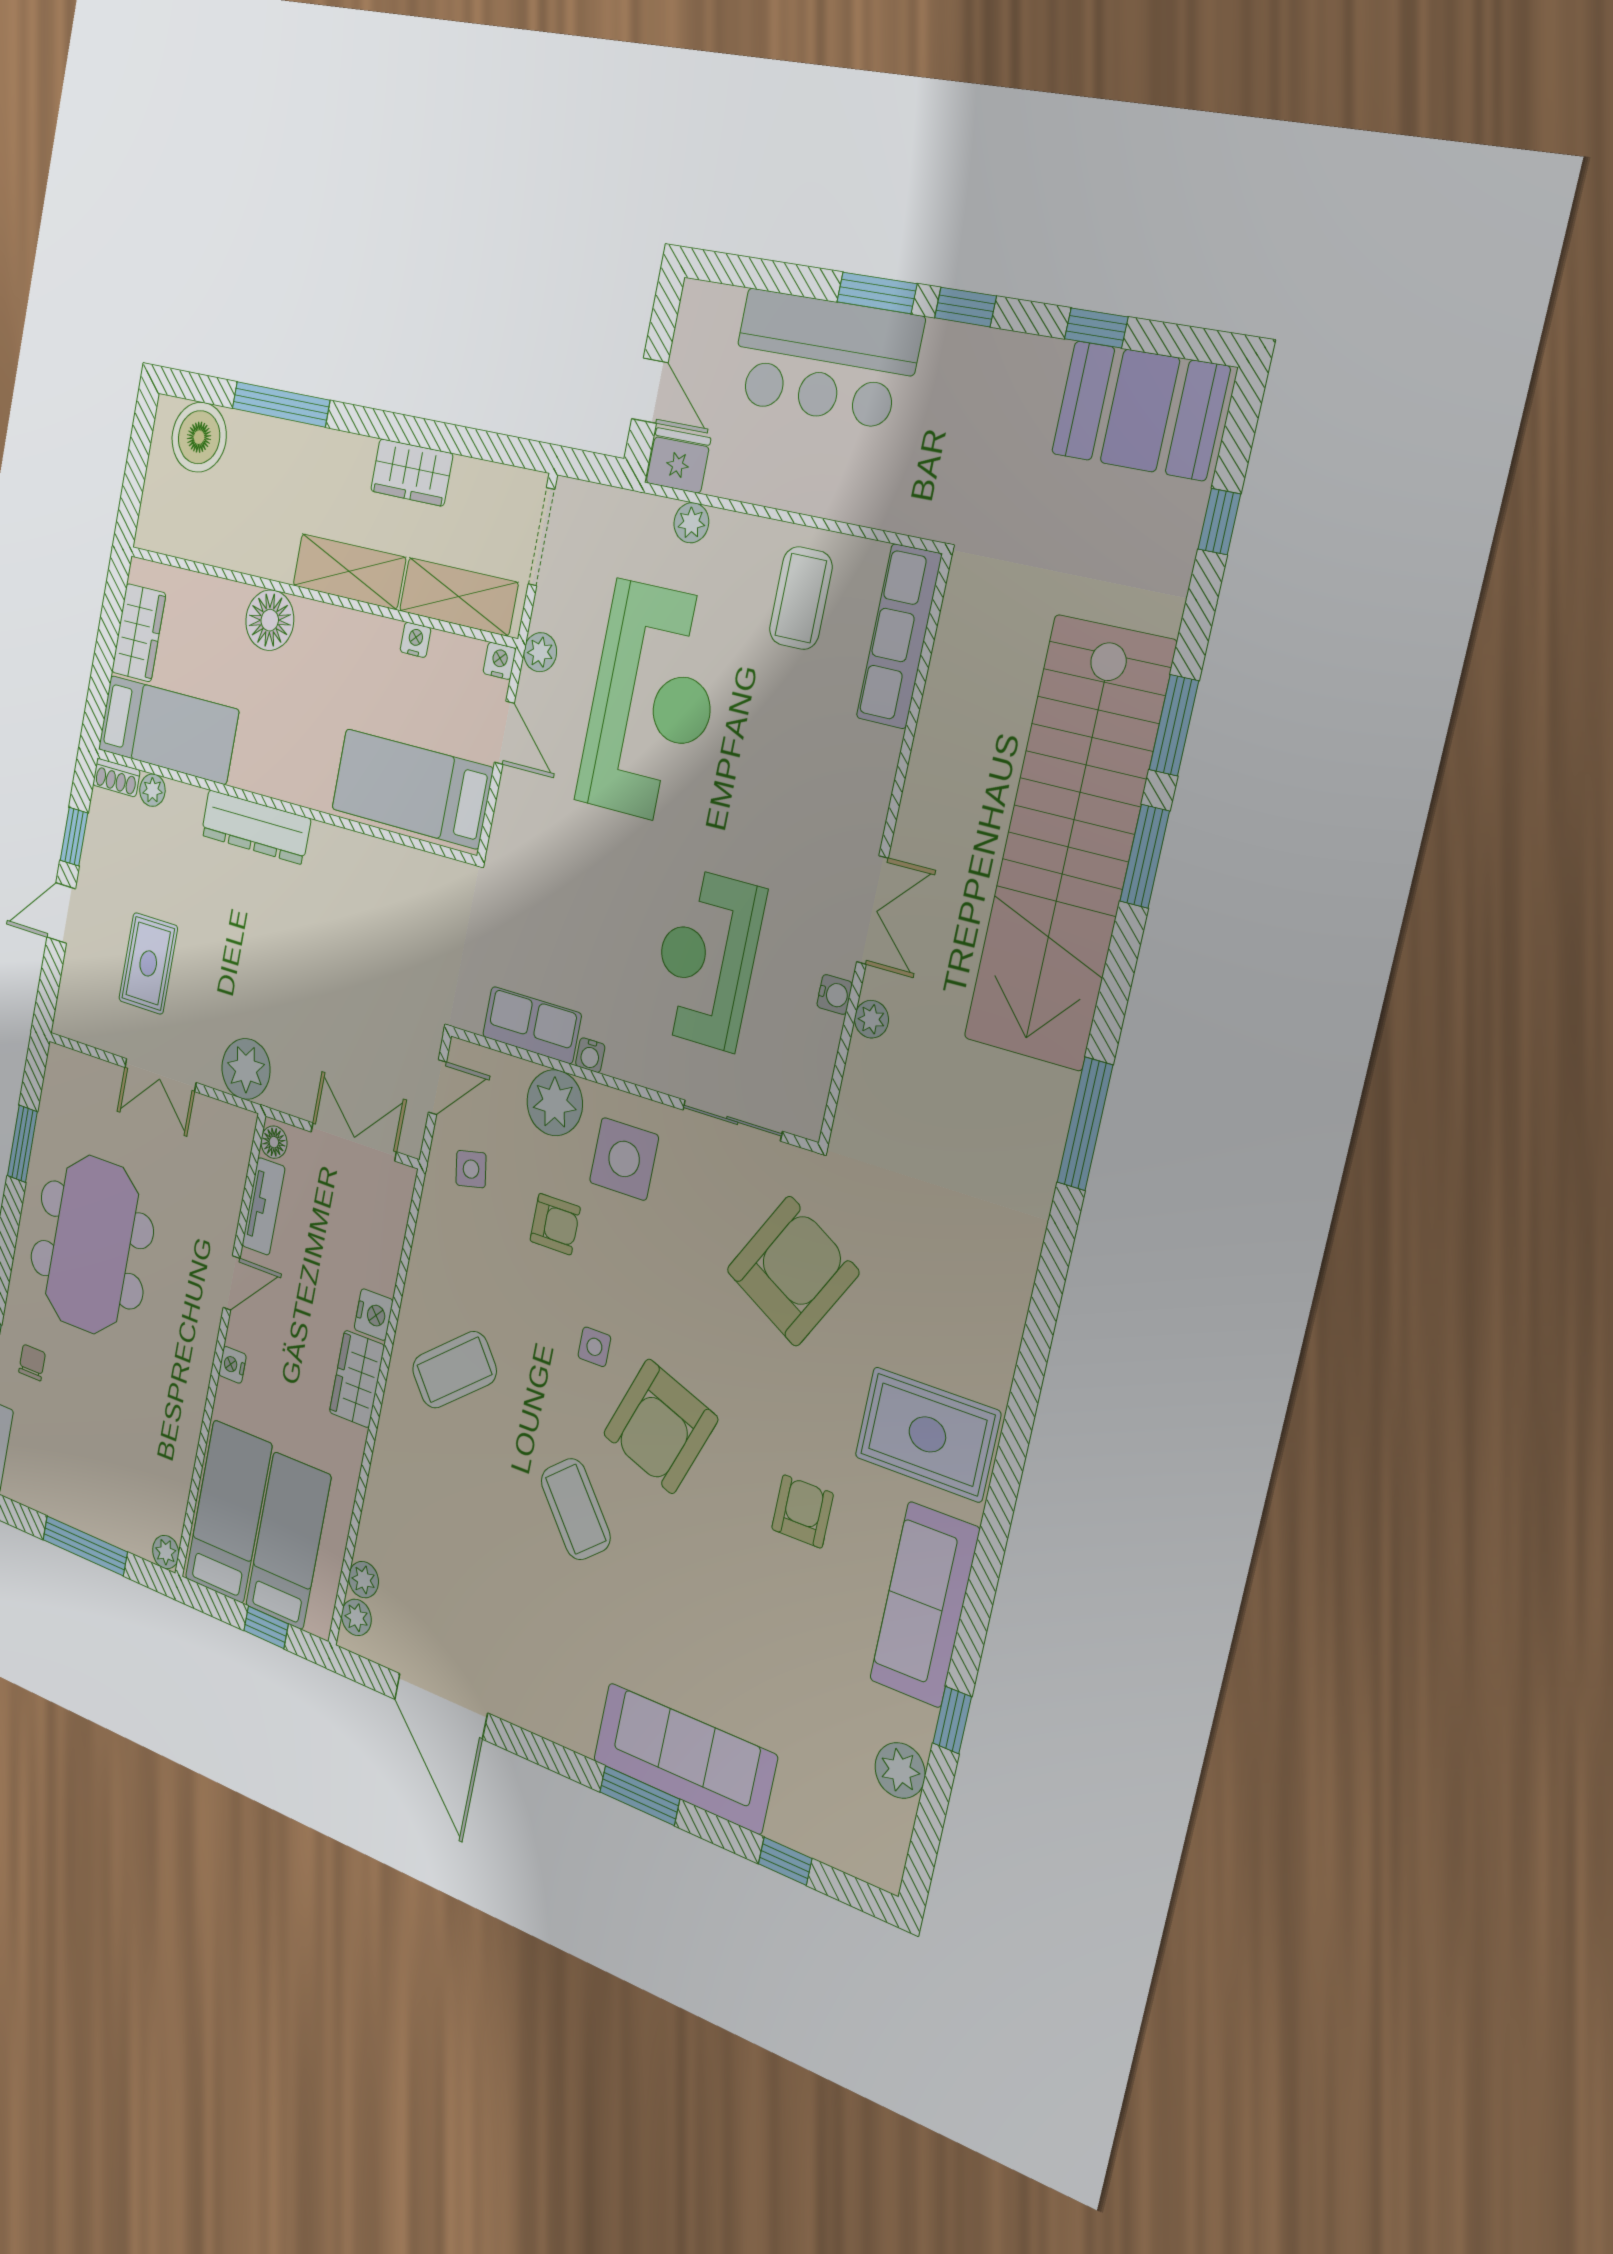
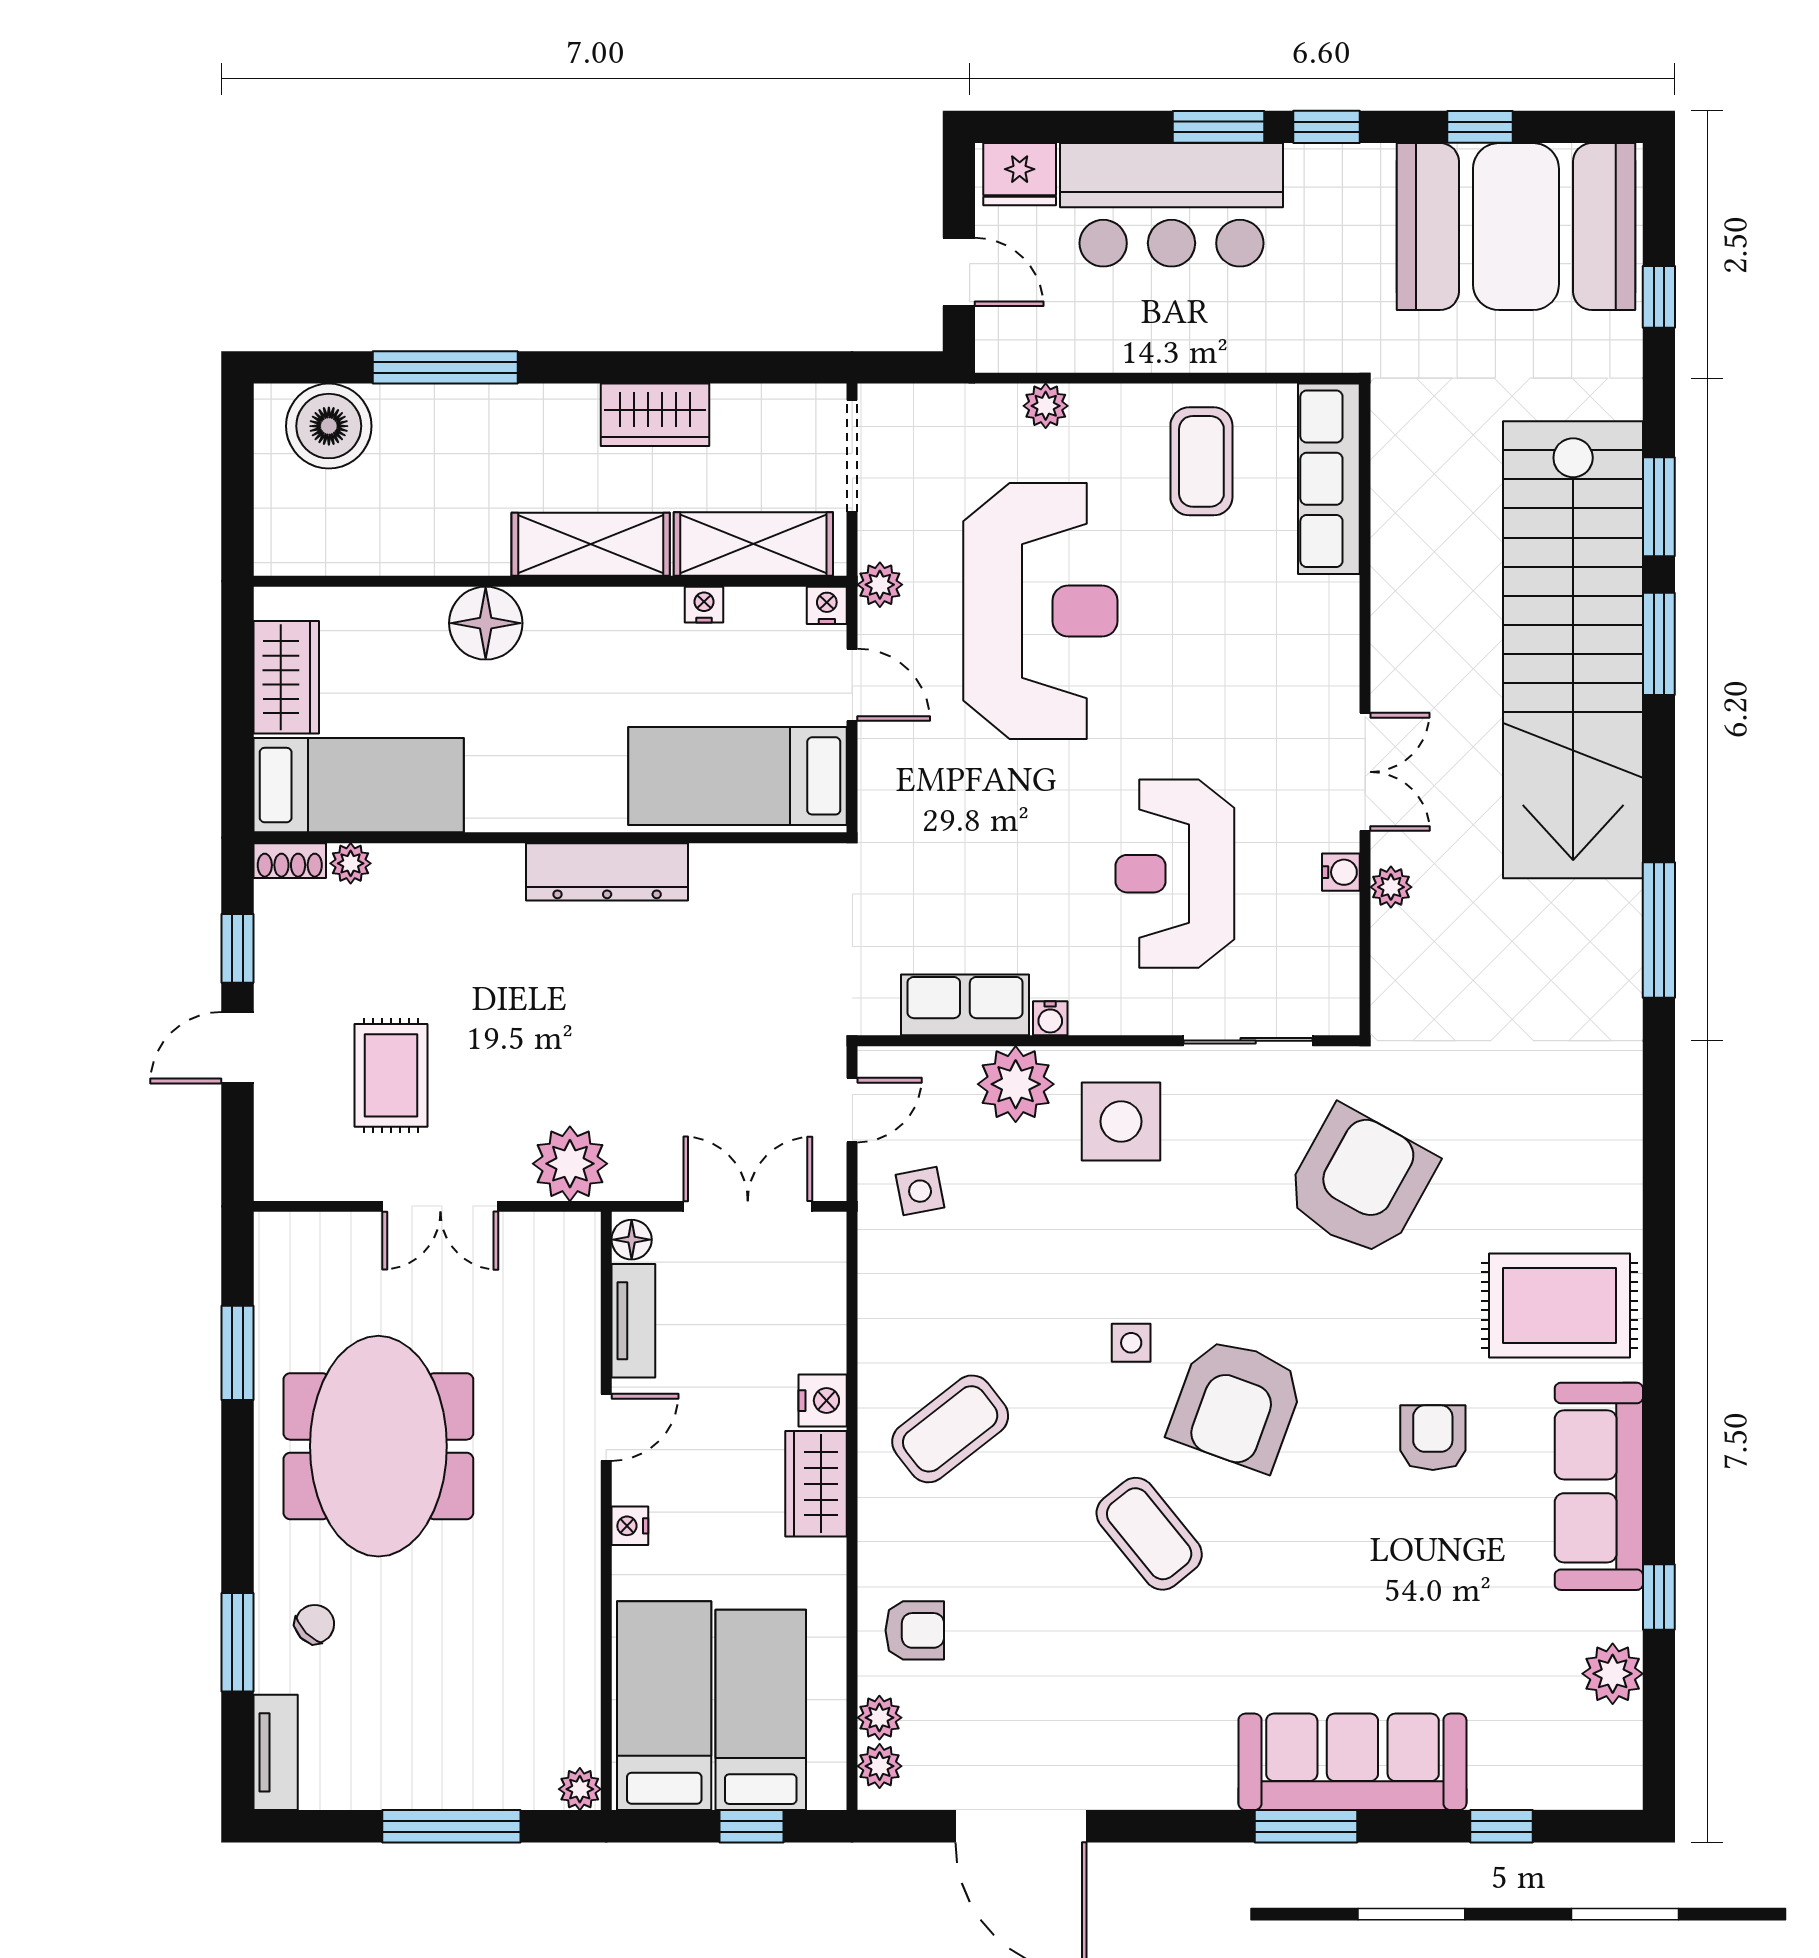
booth: (1140, 411) -> (1516, 227), width x1.36, depth x1.42
fridge: (678, 460) -> (1020, 174), moved, turned 180
dresser: (256, 827) -> (607, 872), moved
armchair: (555, 1224) -> (915, 1630), moved
chair: (32, 1363) -> (315, 1624), turned 46

